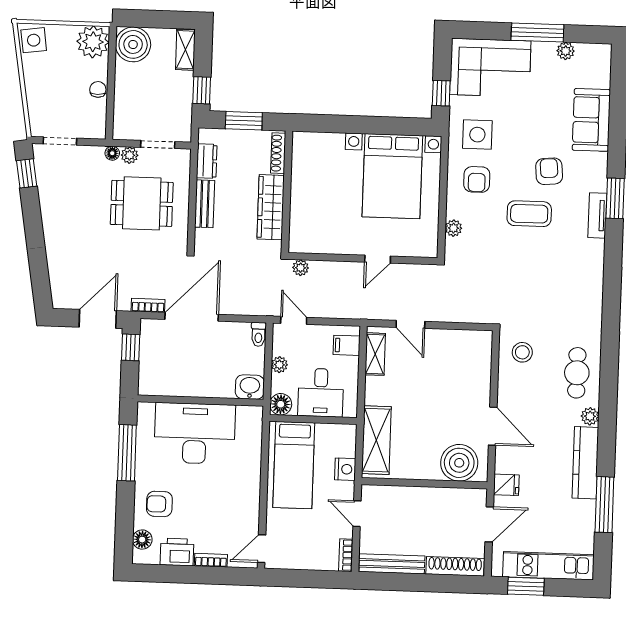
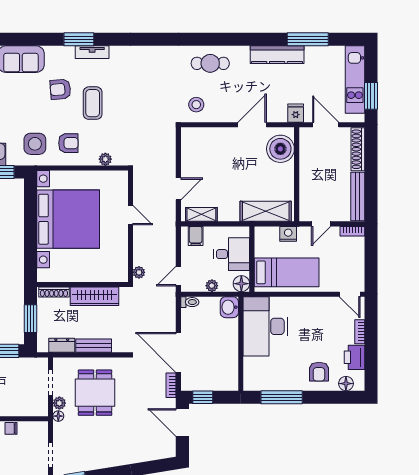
bed with nightstands: (392, 176) -> (68, 219), width x1.36
plant: (590, 416) -> (242, 52), removed
desk: (195, 433) -> (265, 326), moved

